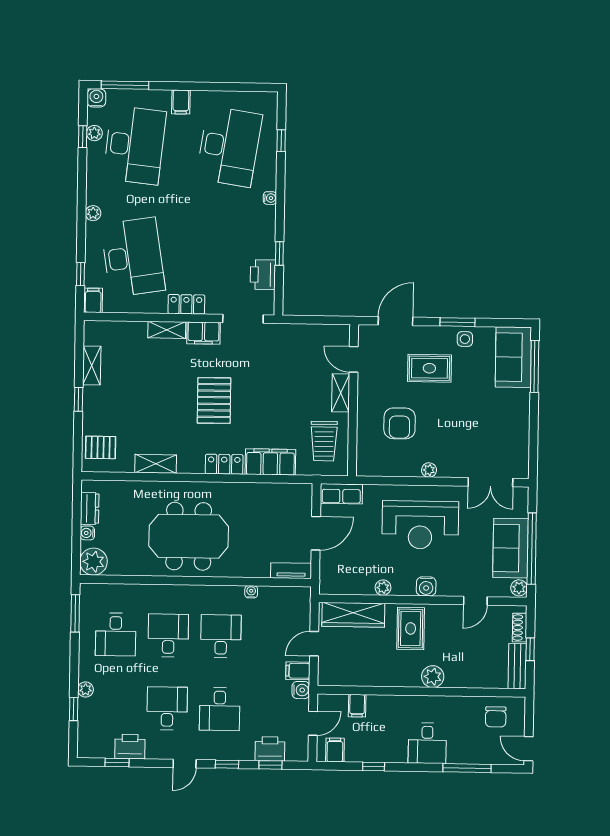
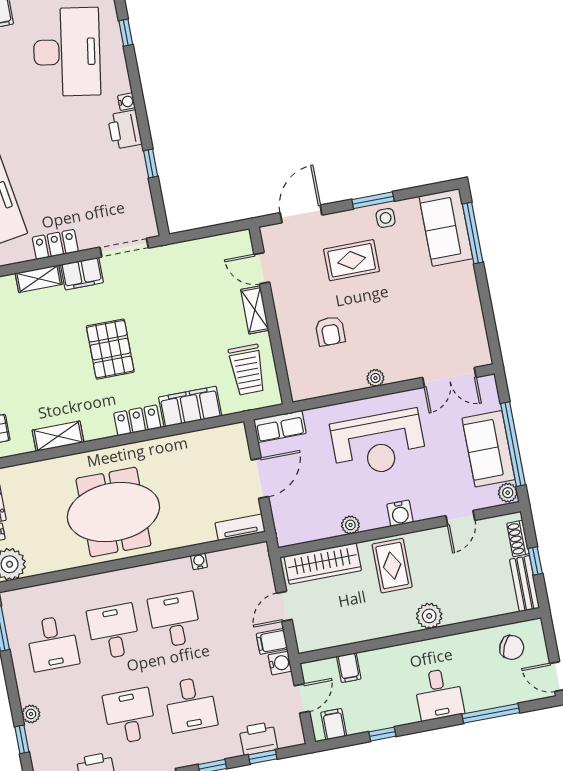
printer: (263, 275) -> (125, 130), moved
armchair: (400, 423) -> (330, 331), width x0.72, depth x0.72
chair: (496, 717) -> (512, 647), turned -65

